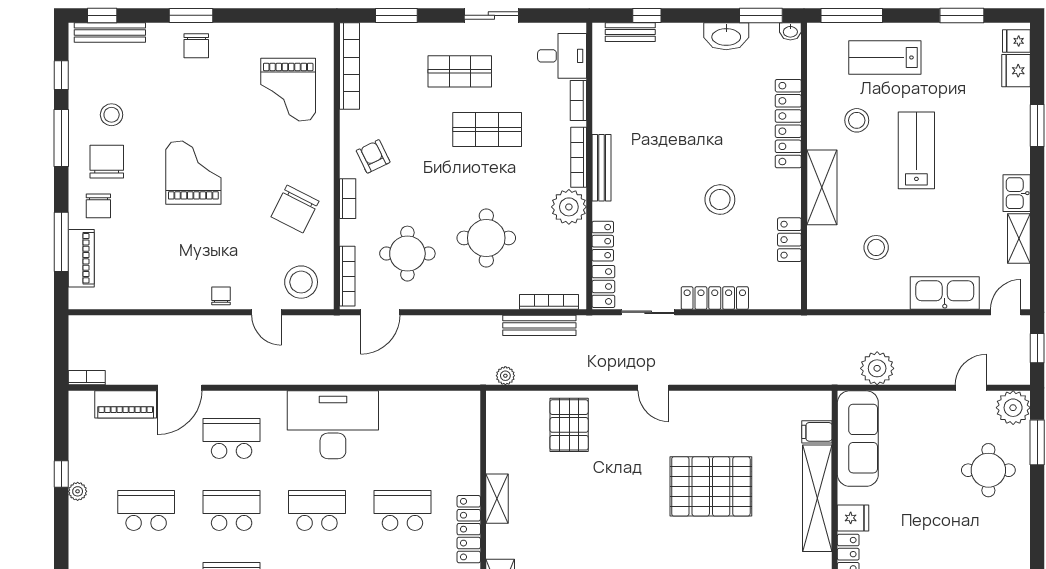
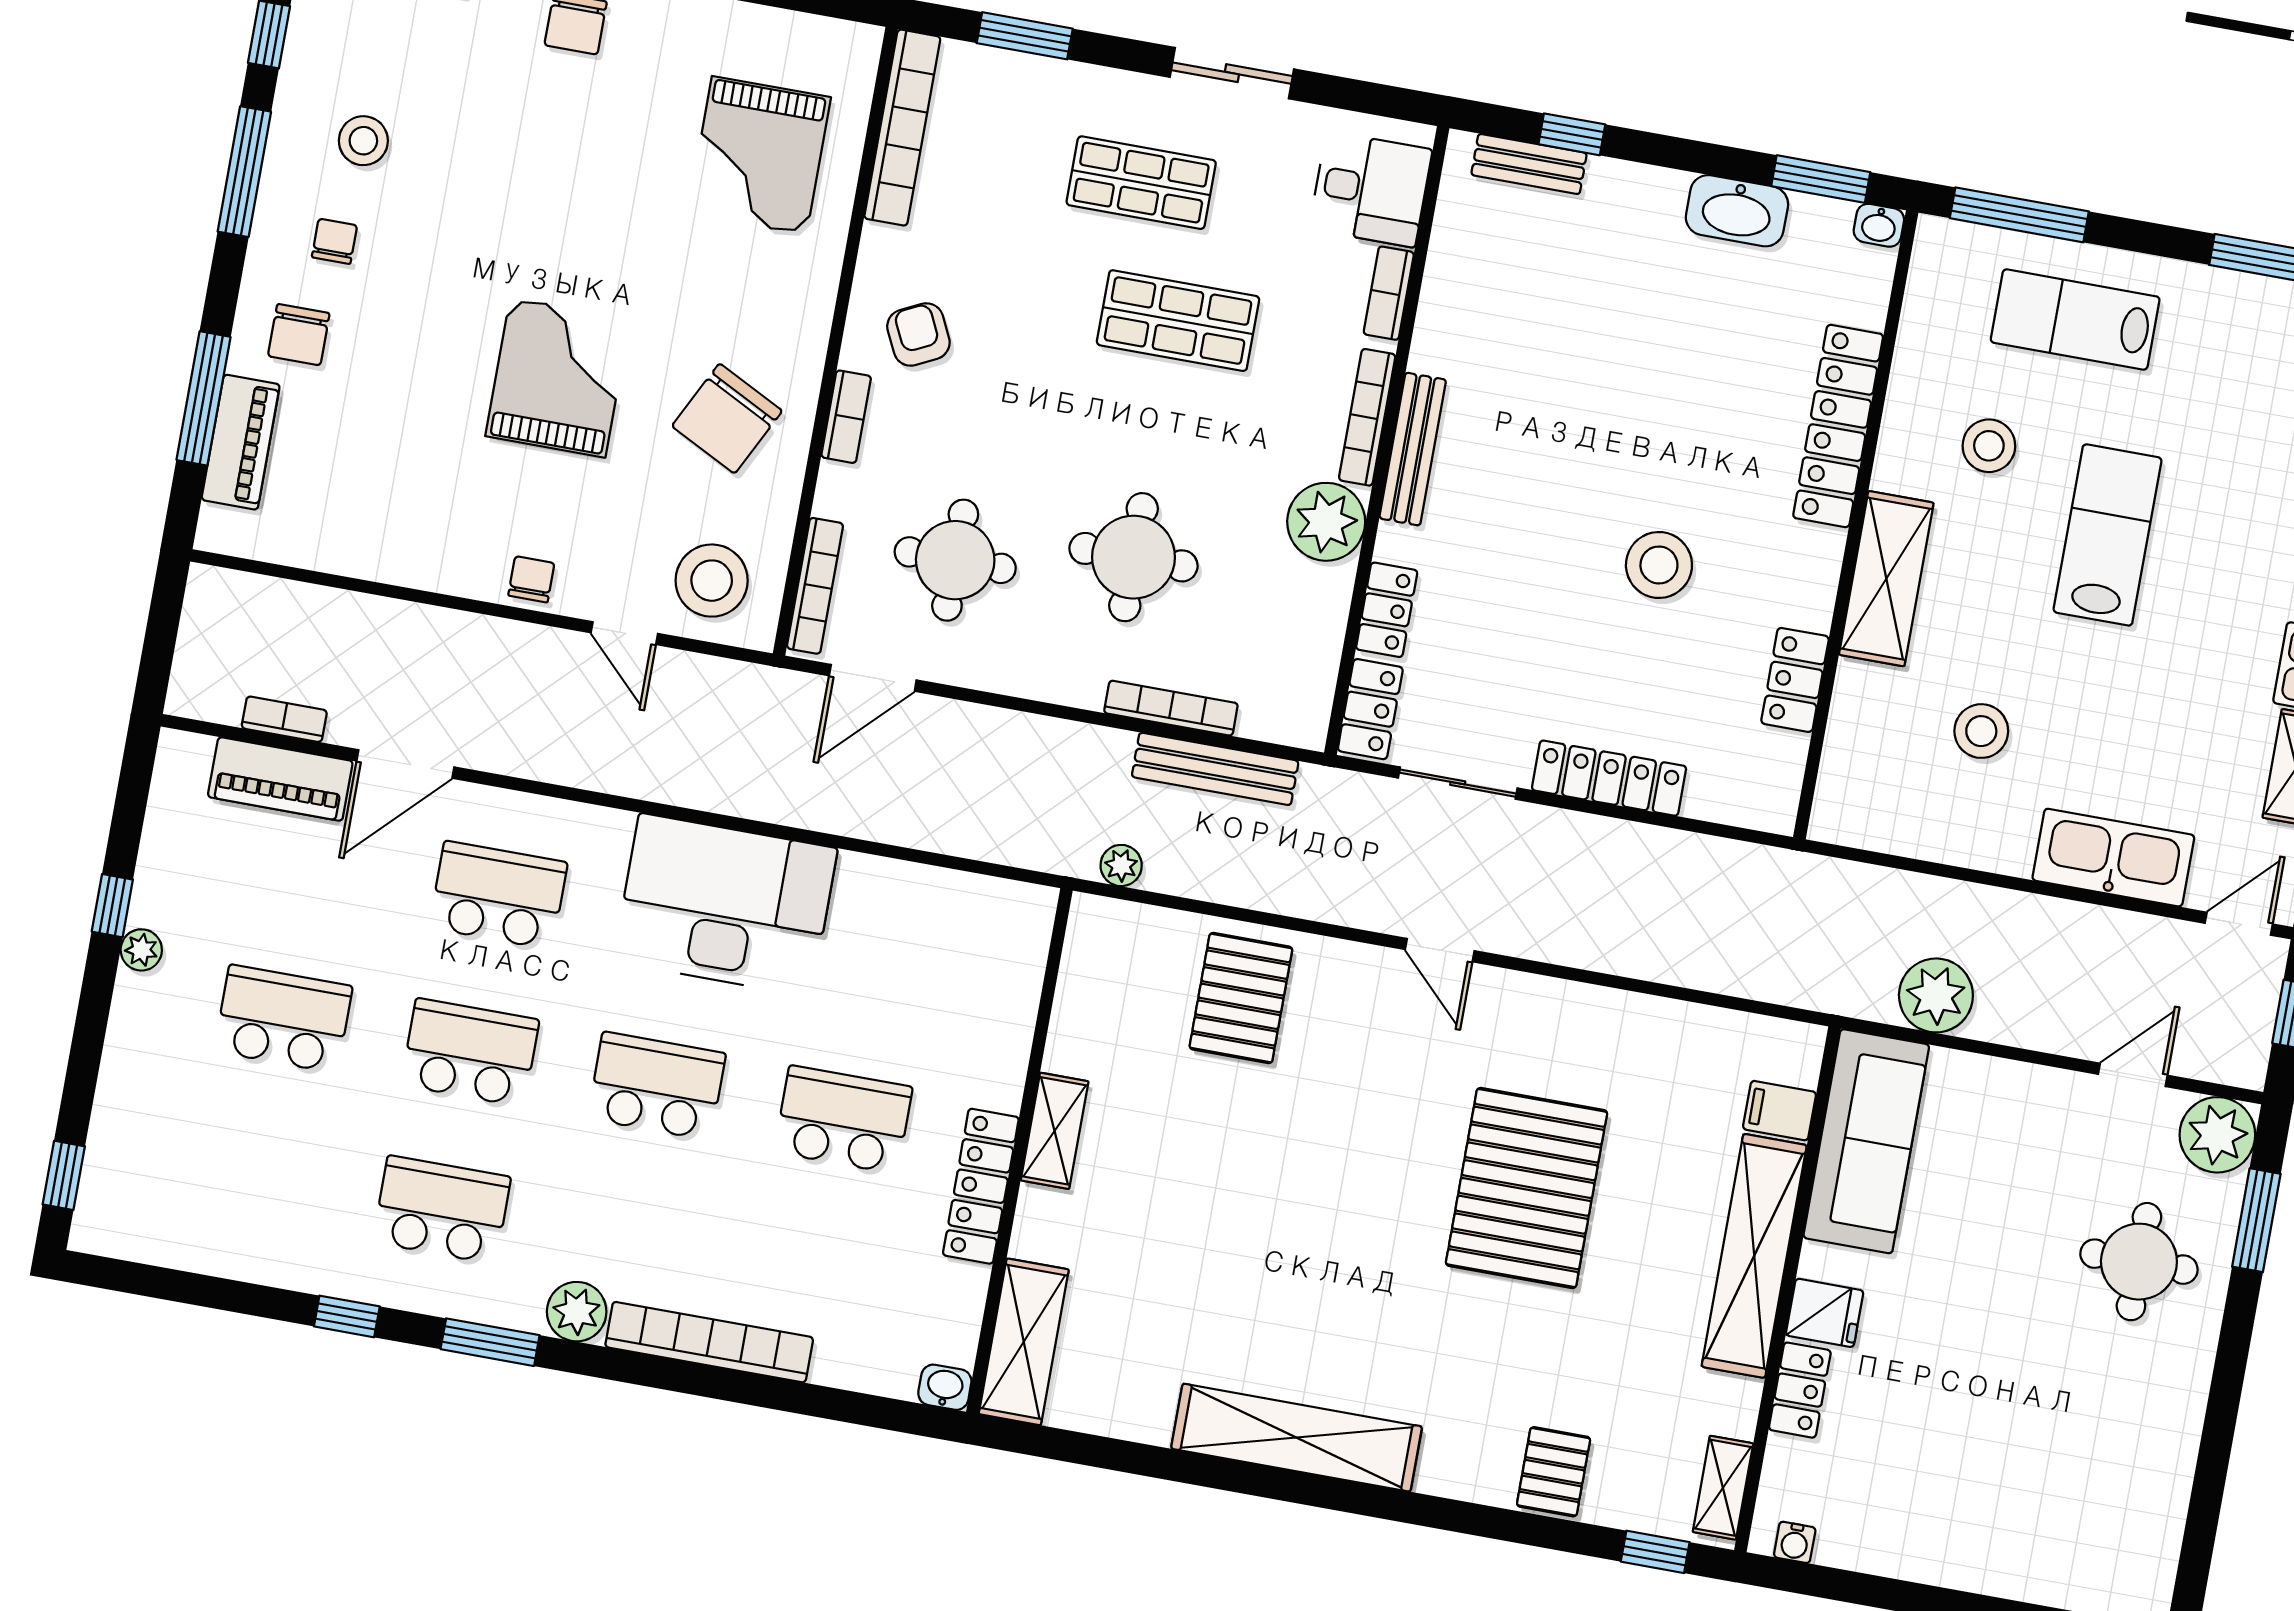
chair: (107, 162) -> (334, 241), width x0.54, depth x0.54
grand piano: (193, 173) -> (558, 378), moved
bookcase: (549, 302) -> (1171, 708), moved
bookcase: (87, 378) -> (284, 719), moved
pallet: (711, 486) -> (1526, 1188), turned 90

